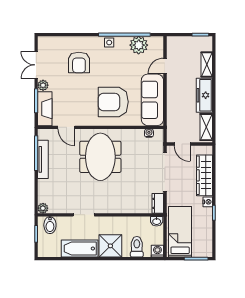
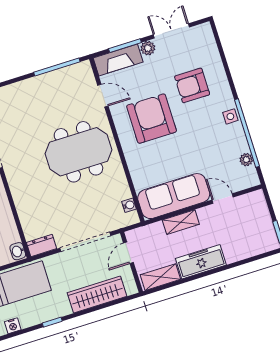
plant: (139, 45) -> (246, 160), width x0.53, depth x0.53
shelving: (207, 64) -> (181, 222), moved
armchair: (113, 102) -> (152, 119), moved
door: (66, 127) -> (103, 96), swing flipped
tv unit: (43, 159) -> (52, 78), removed
nightstand: (208, 202) -> (13, 326), moved

